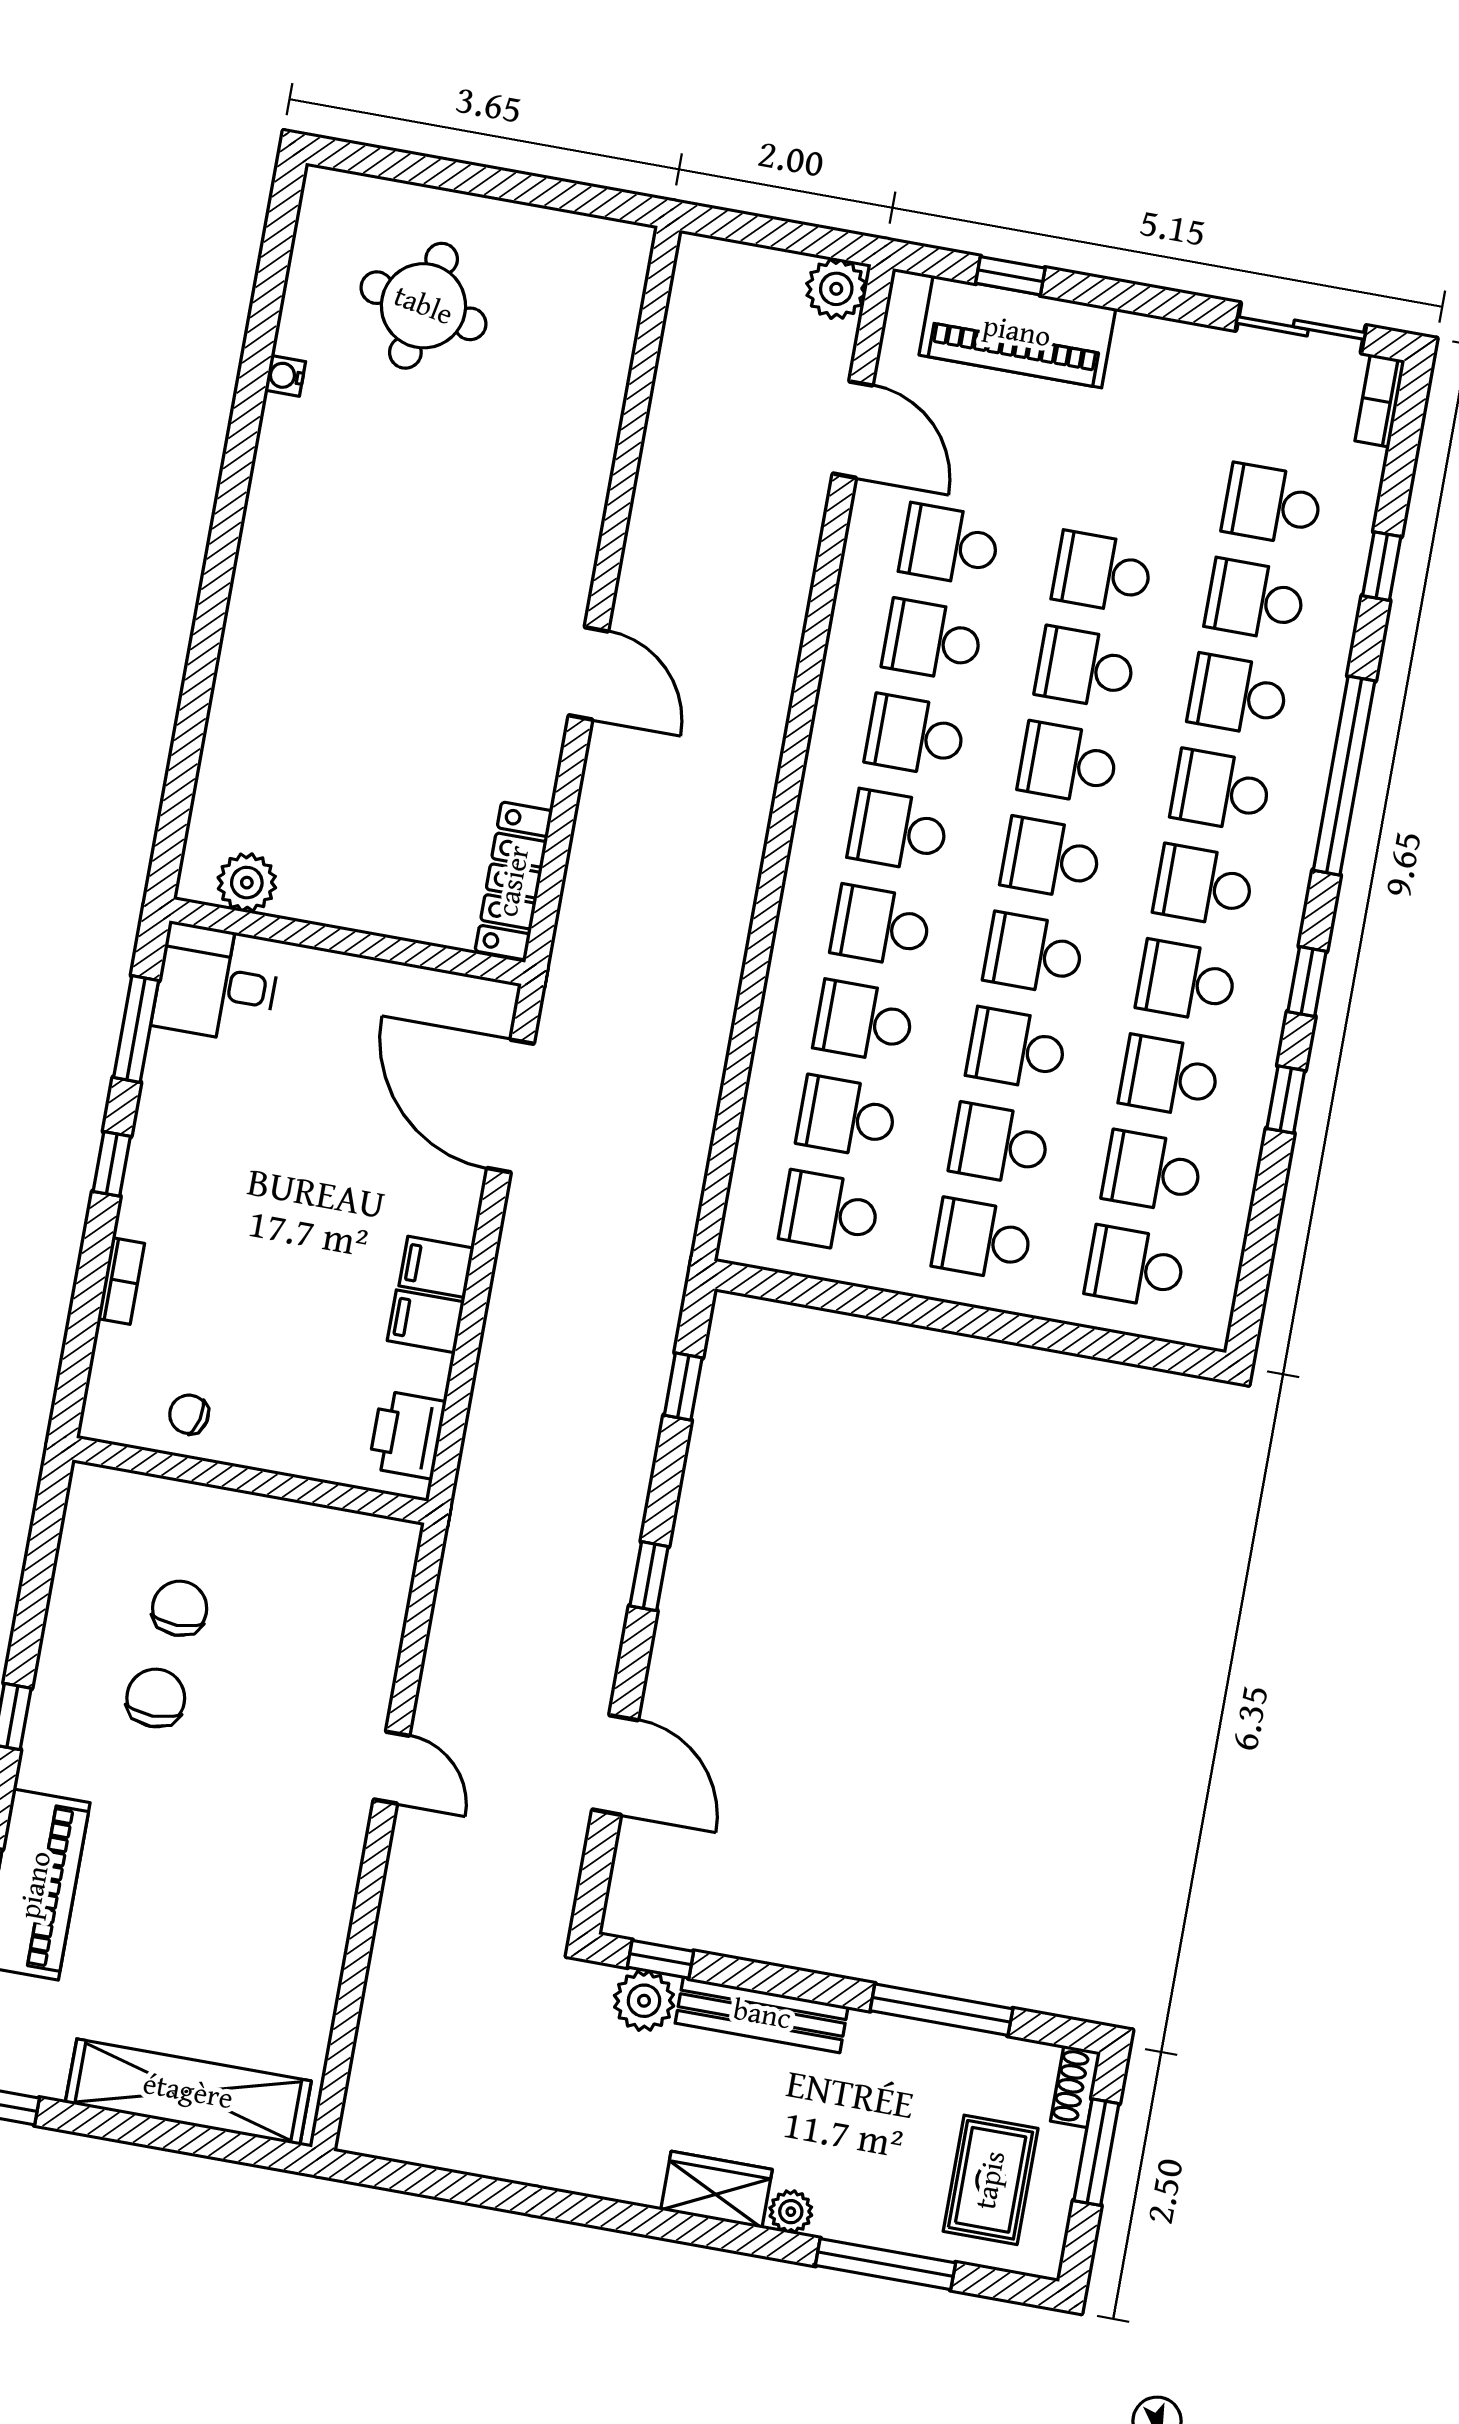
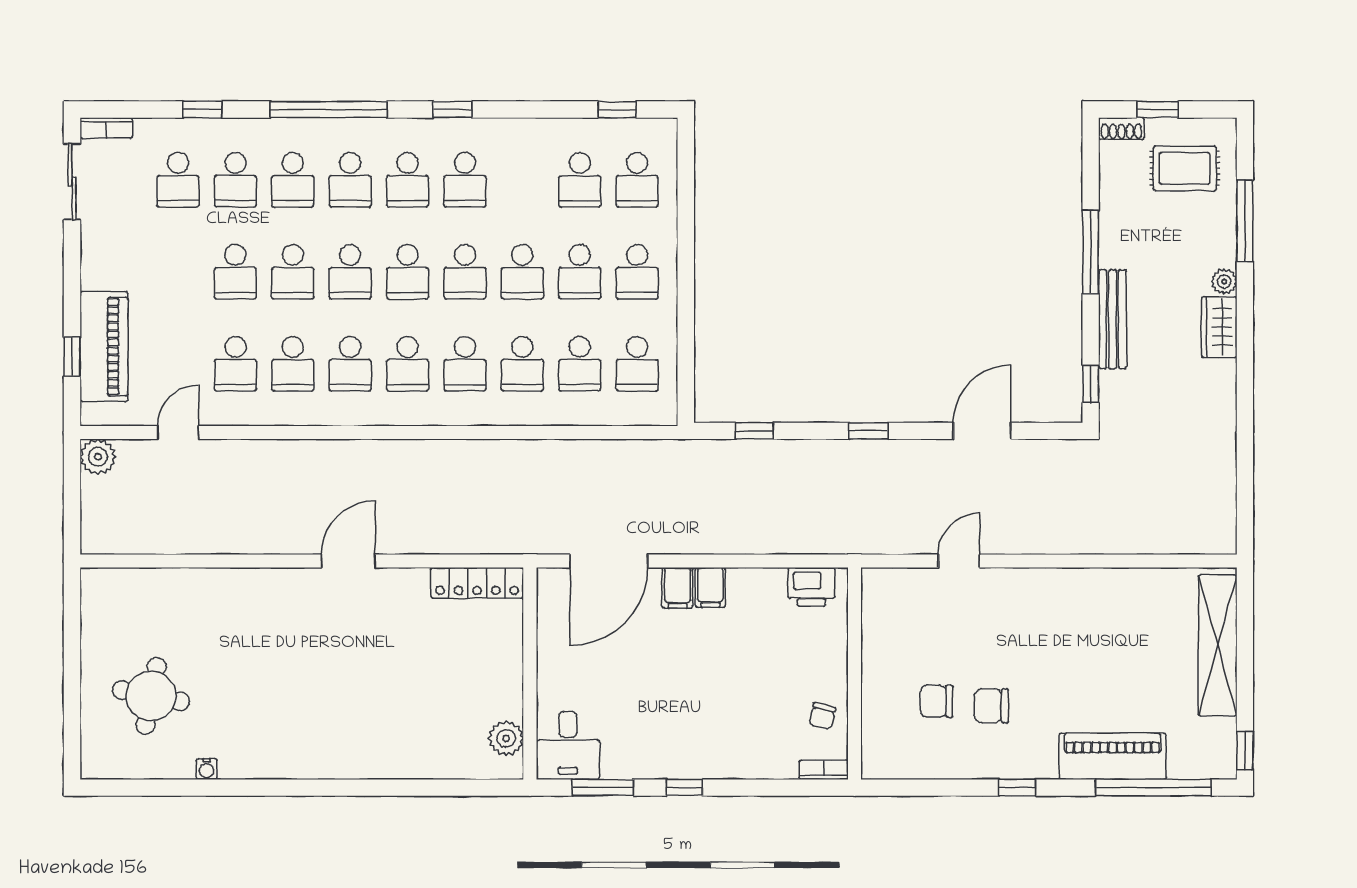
door: (853, 430) -> (178, 432), width x0.73
school desk: (1169, 1076) -> (522, 180), removed
window: (1286, 1099) -> (617, 110), moved
bookcase: (121, 1281) -> (824, 770), moved
filing cabinet: (426, 1321) -> (678, 588), moved
door: (392, 1768) -> (959, 561), moved
plant: (644, 2001) -> (1117, 389), removed
window: (941, 2010) -> (1091, 252), moved
window: (1096, 2152) -> (1157, 110), width x0.67

